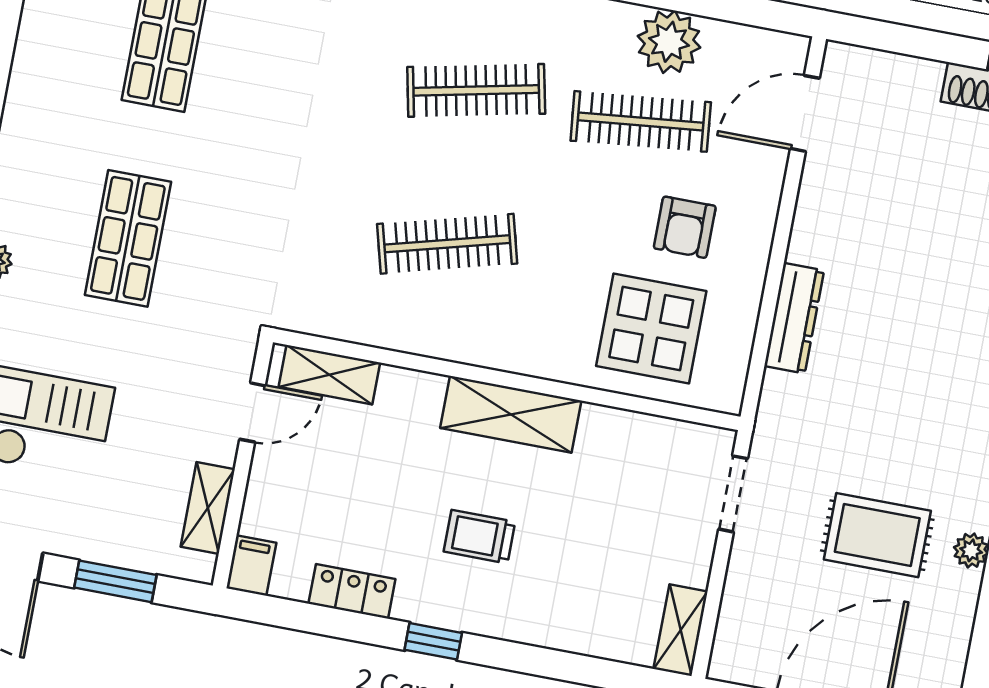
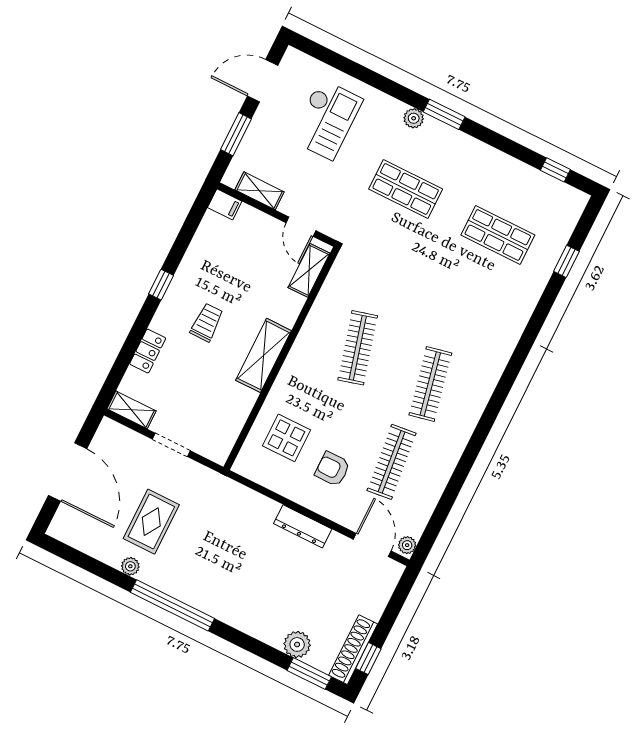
plant: (669, 42) -> (407, 545), moved, width x0.53, depth x0.53
dresser: (794, 318) -> (303, 526), moved
display table: (651, 329) -> (286, 438), width x0.73, depth x0.73
doorway: (733, 494) -> (171, 445), moved
locker: (352, 591) -> (148, 351), moved

